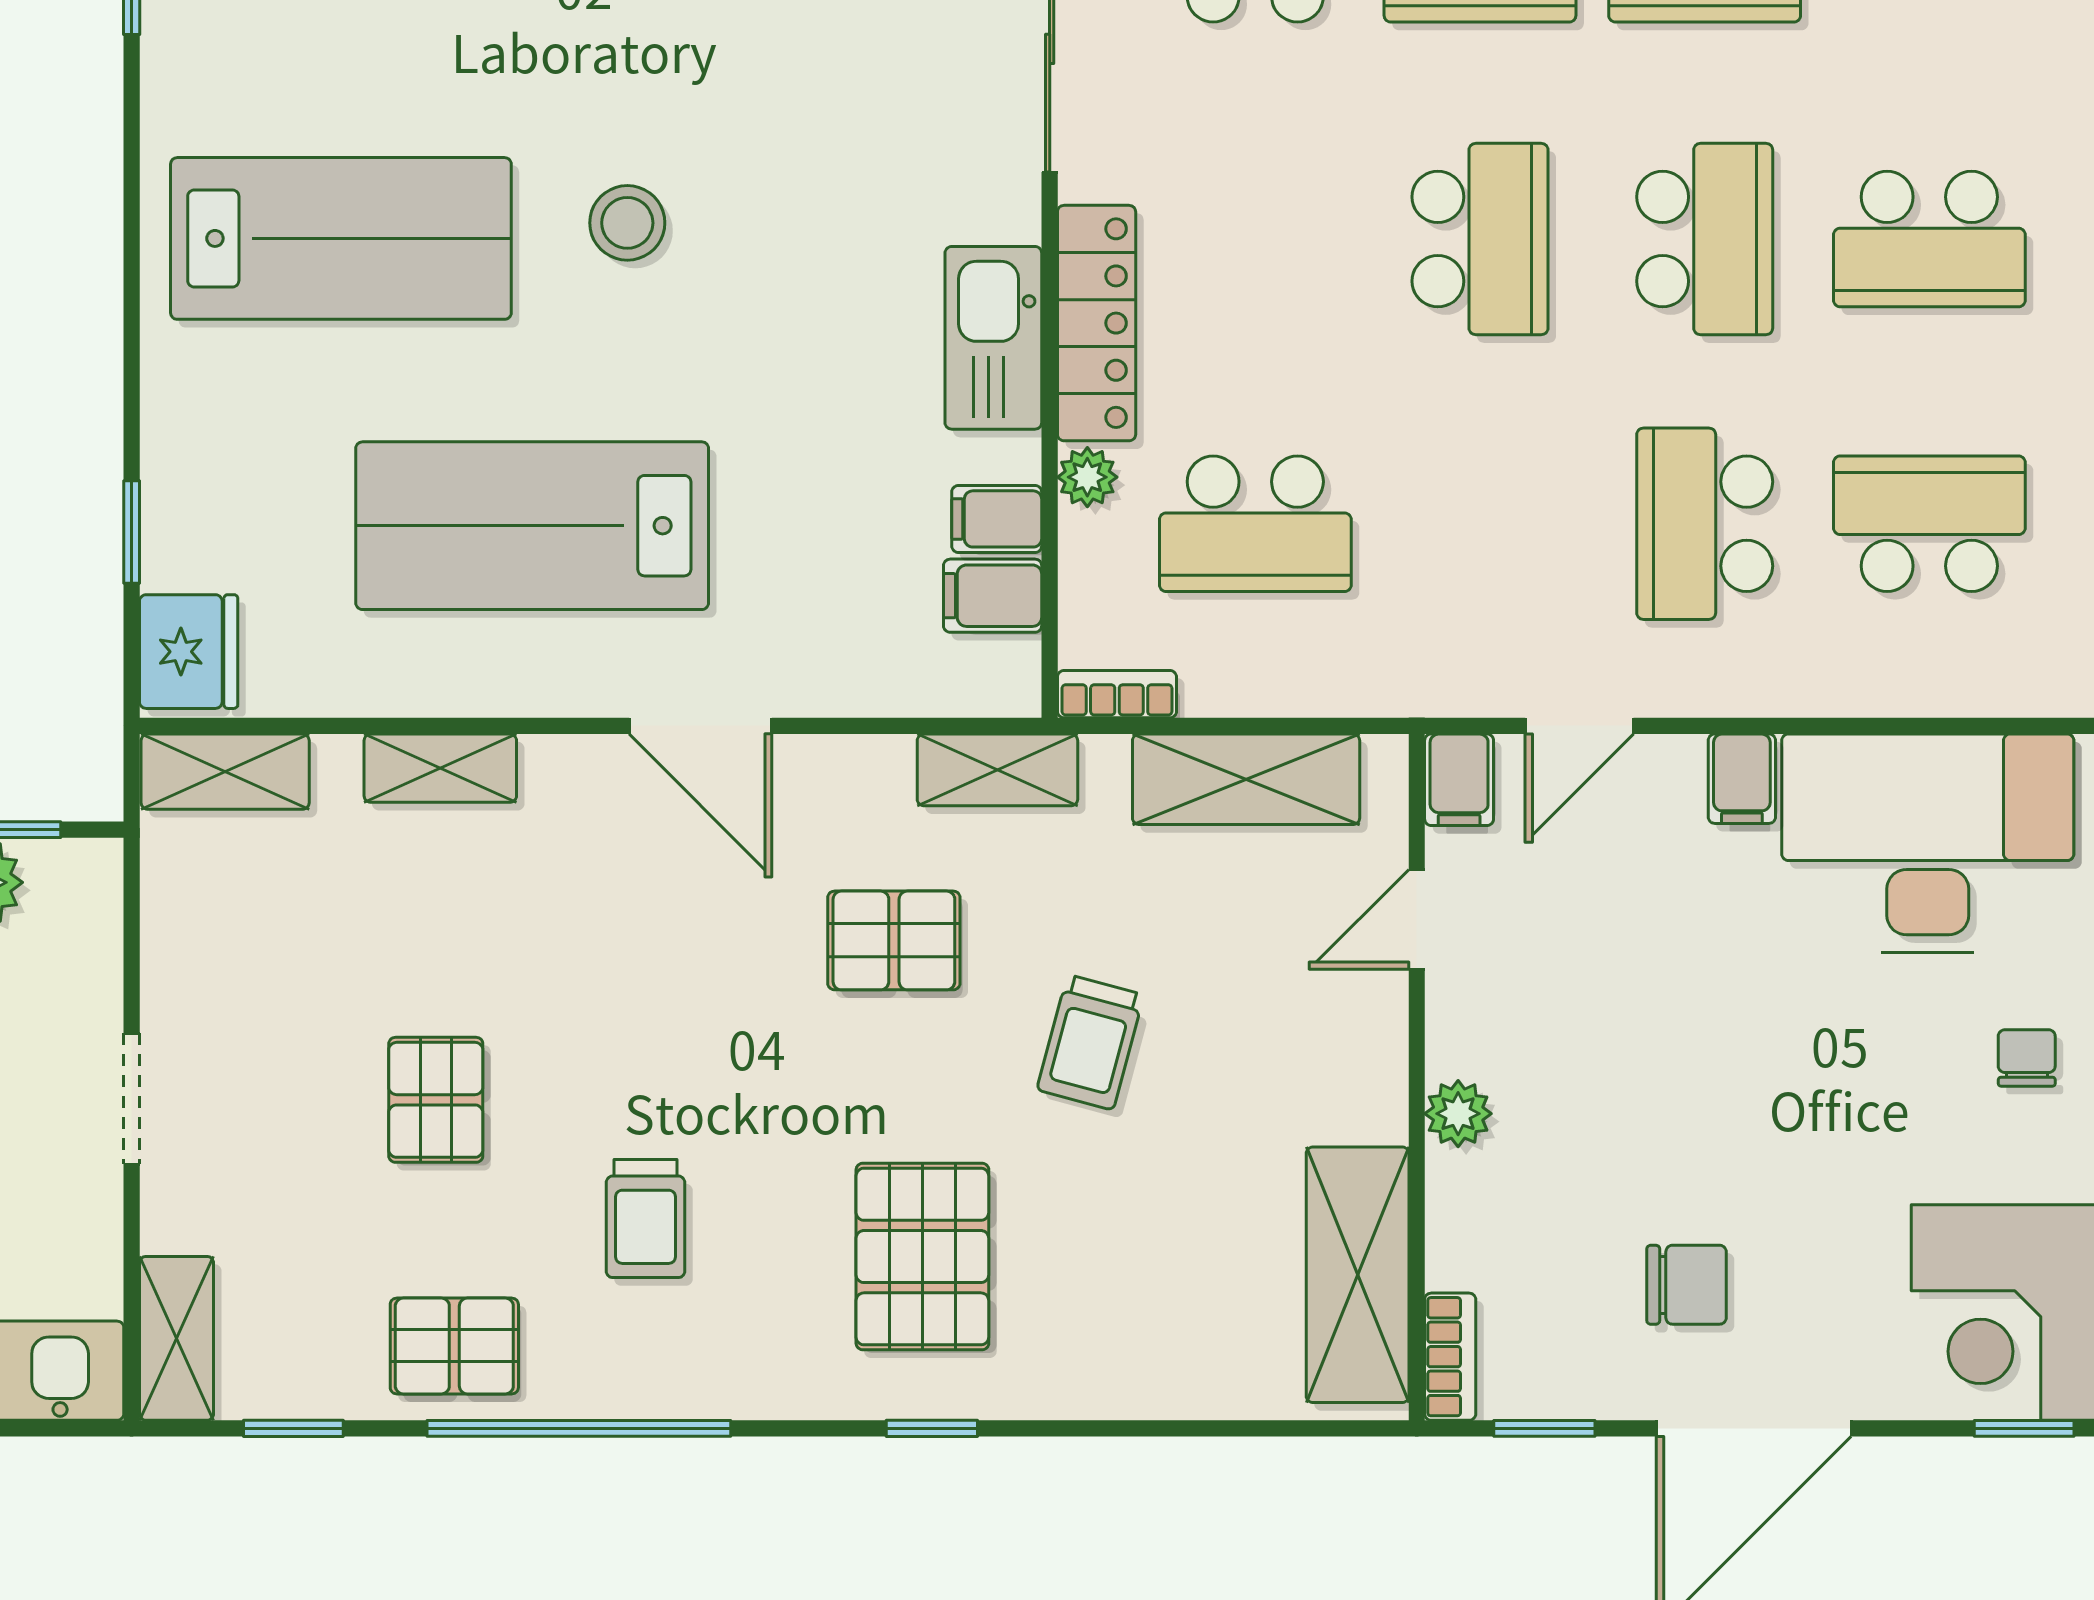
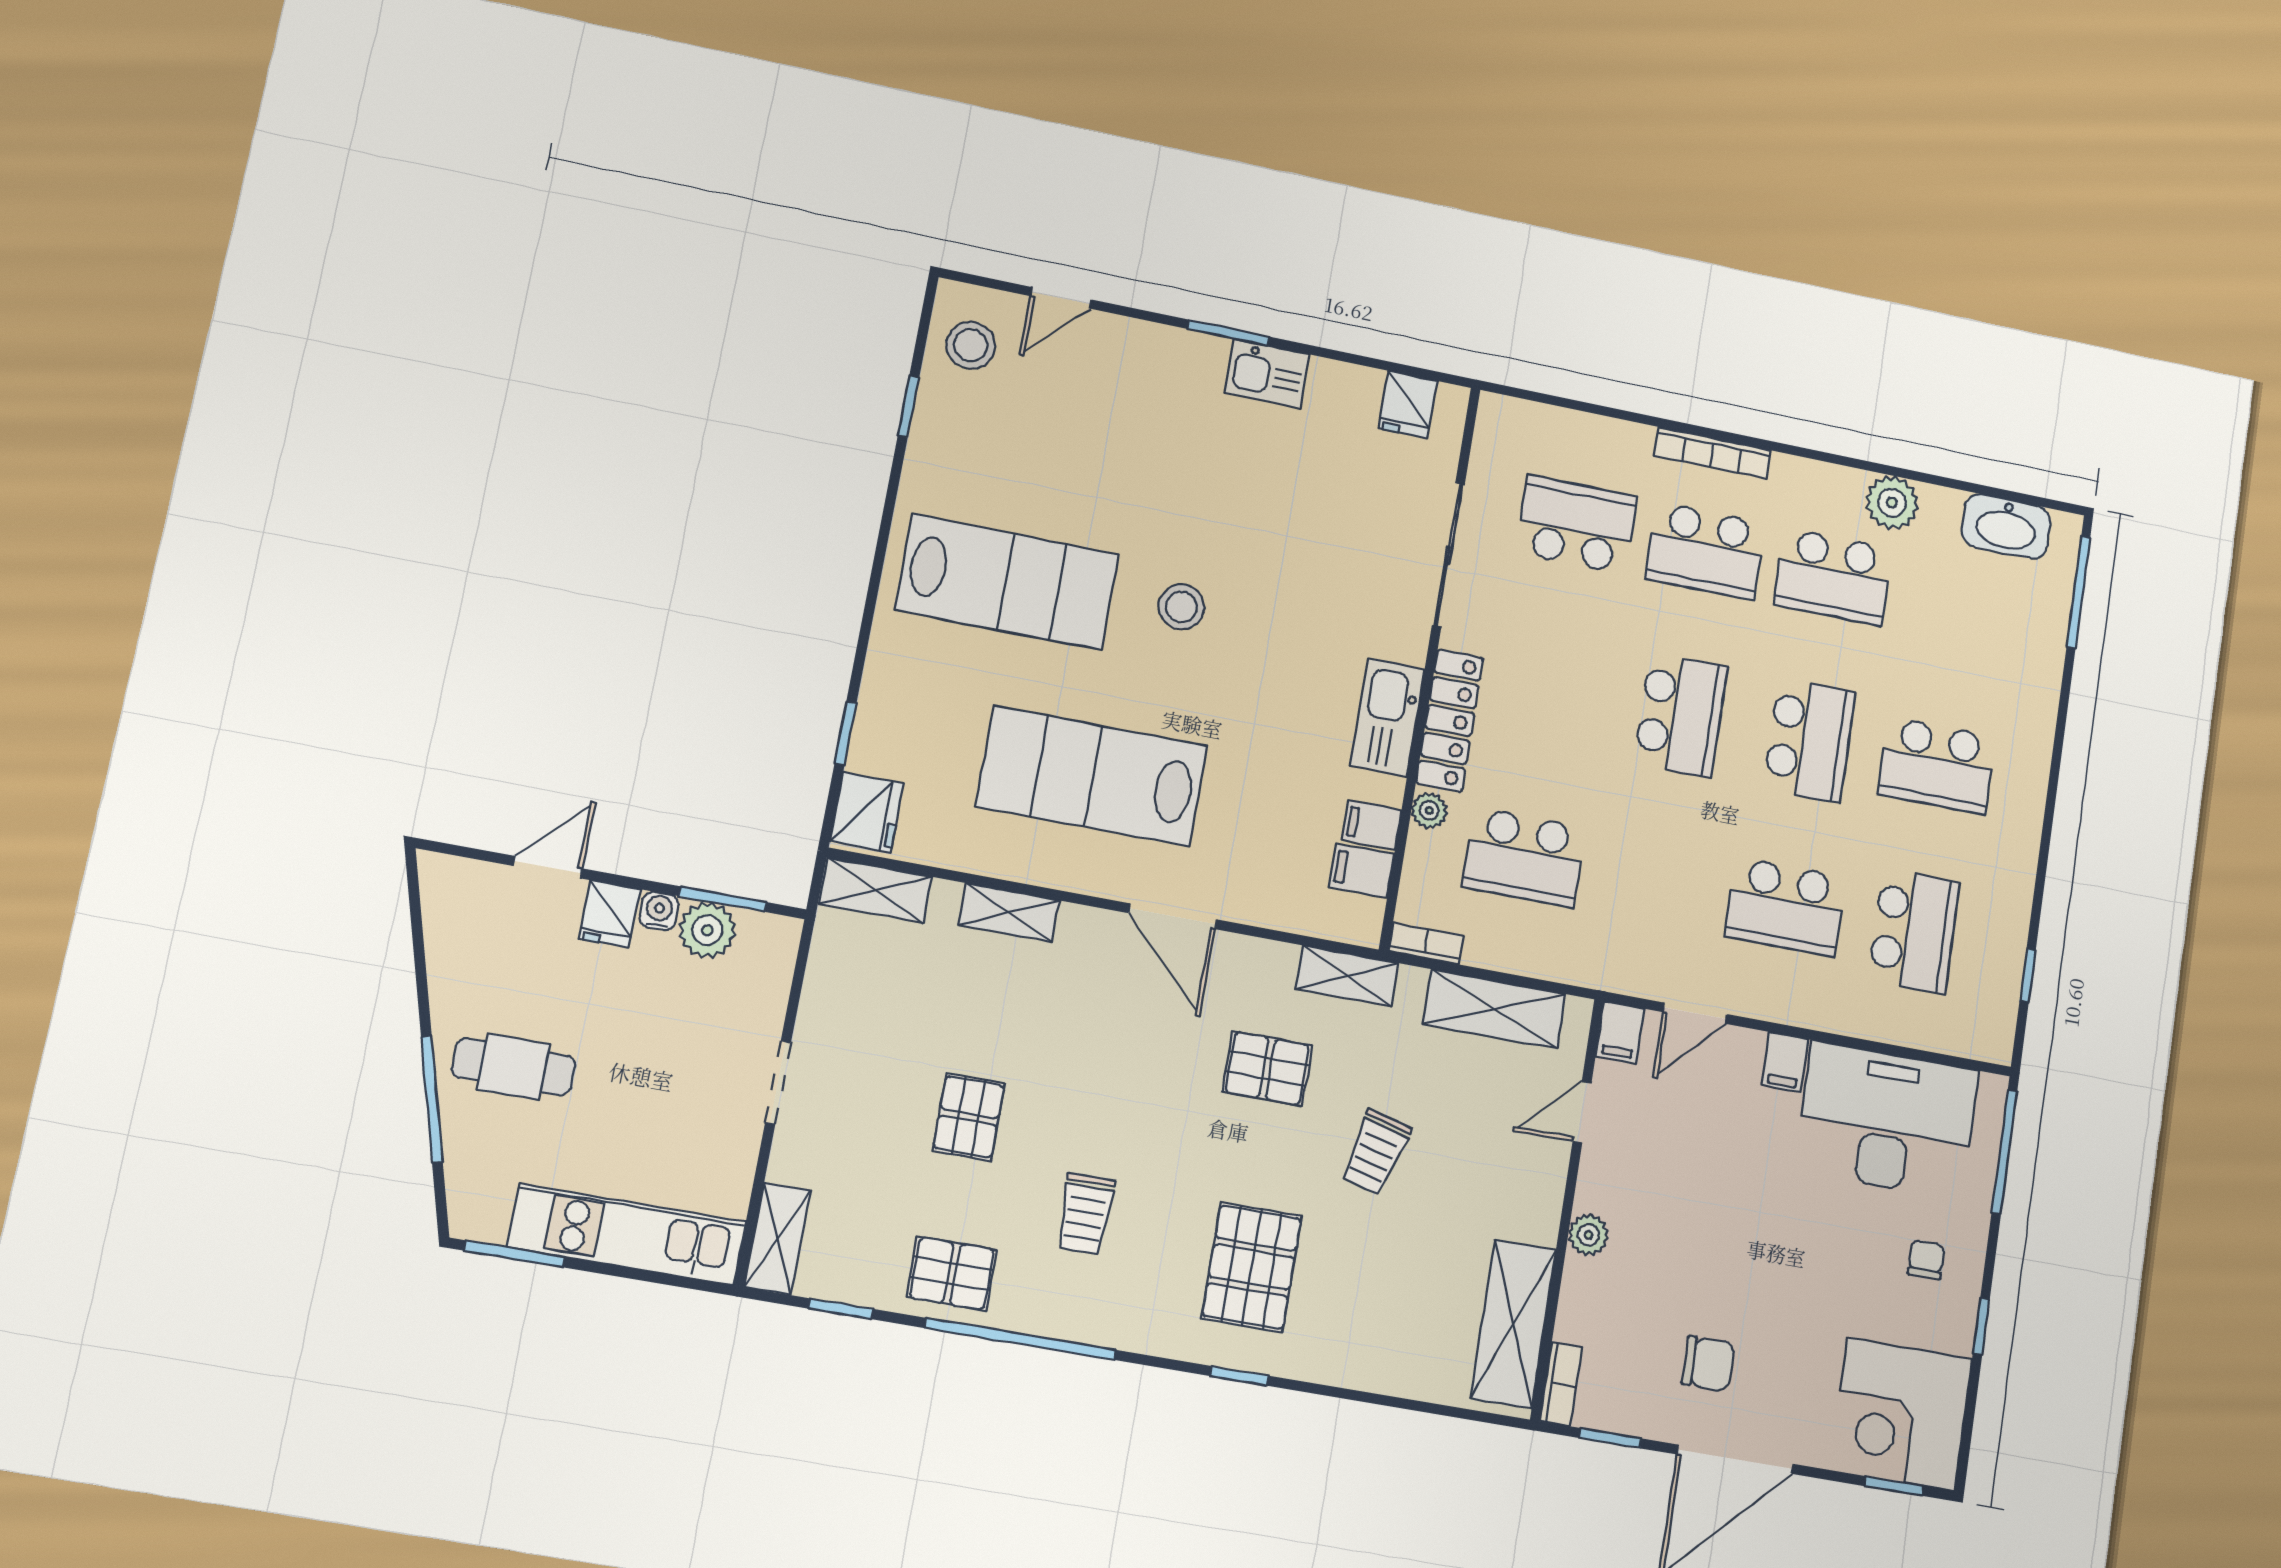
school desk: (1705, 524) -> (1785, 907), turned -90
school desk: (1929, 524) -> (1914, 931), turned 90

